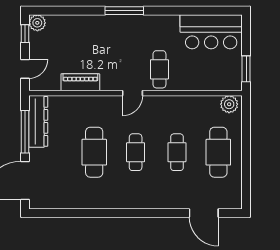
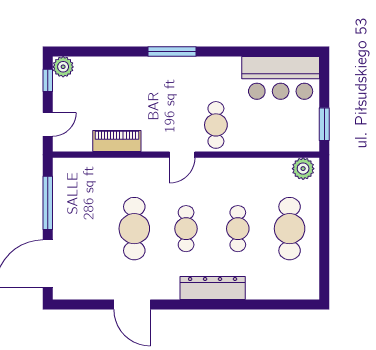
dresser: (38, 121) -> (213, 288), moved, turned -90
door: (204, 213) -> (132, 305), moved

